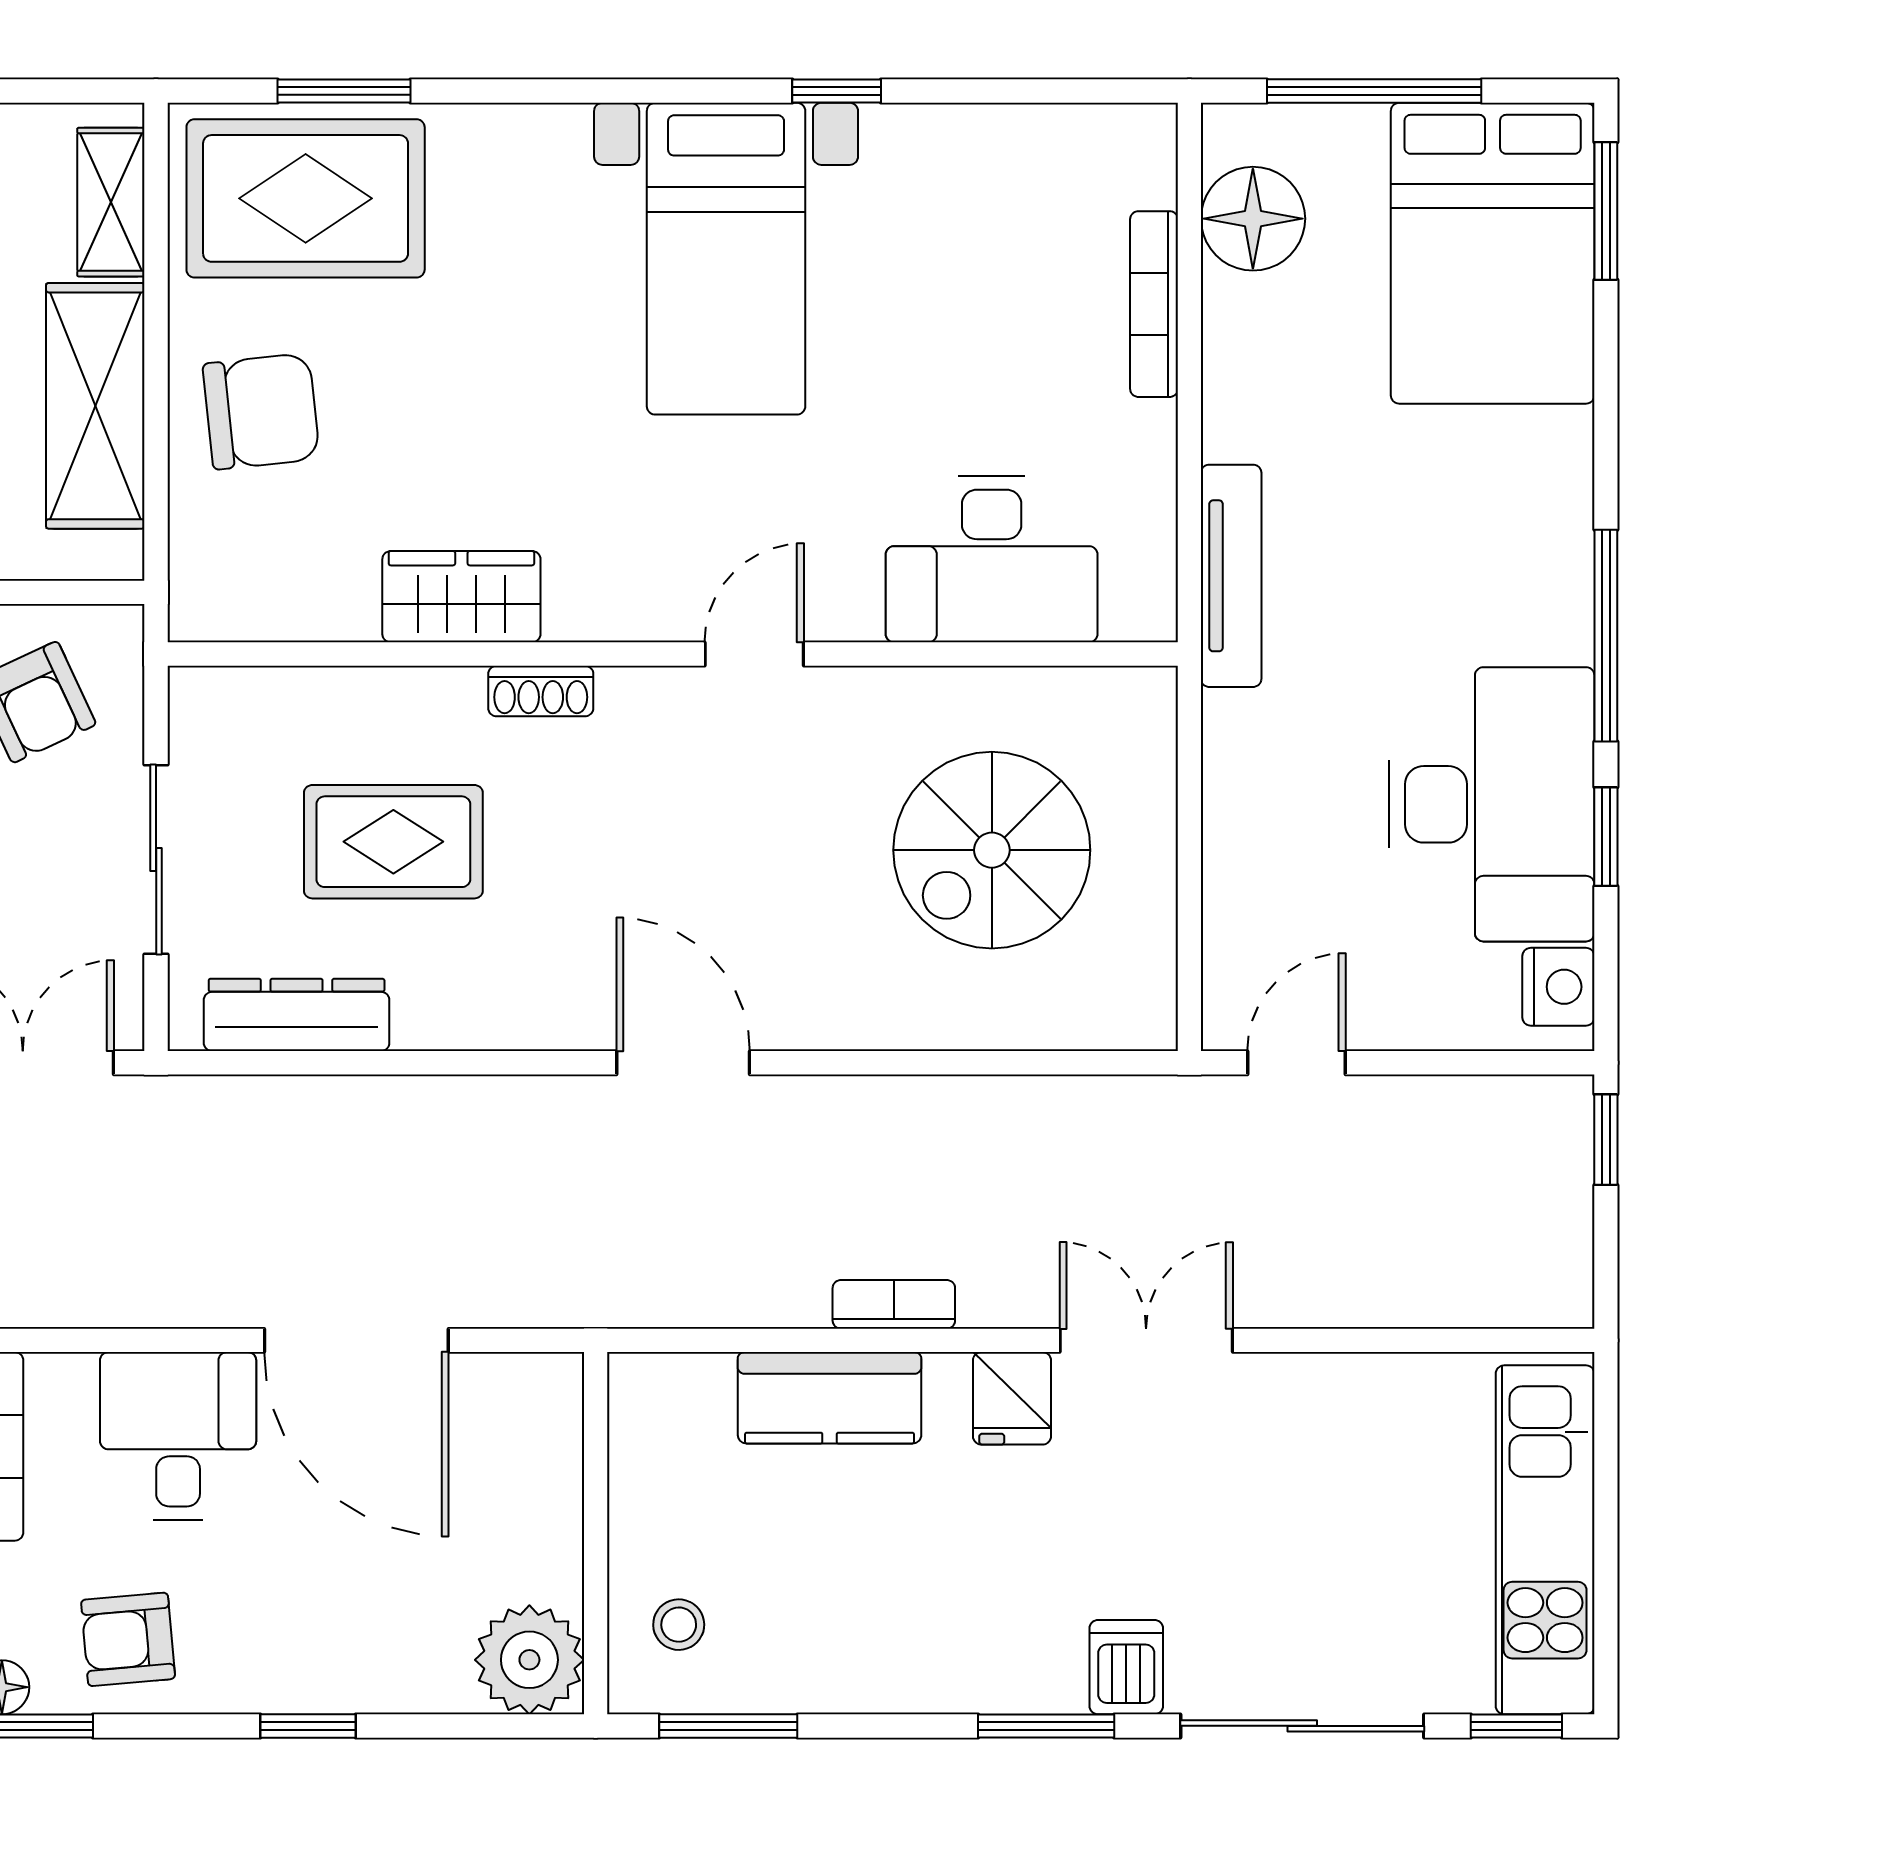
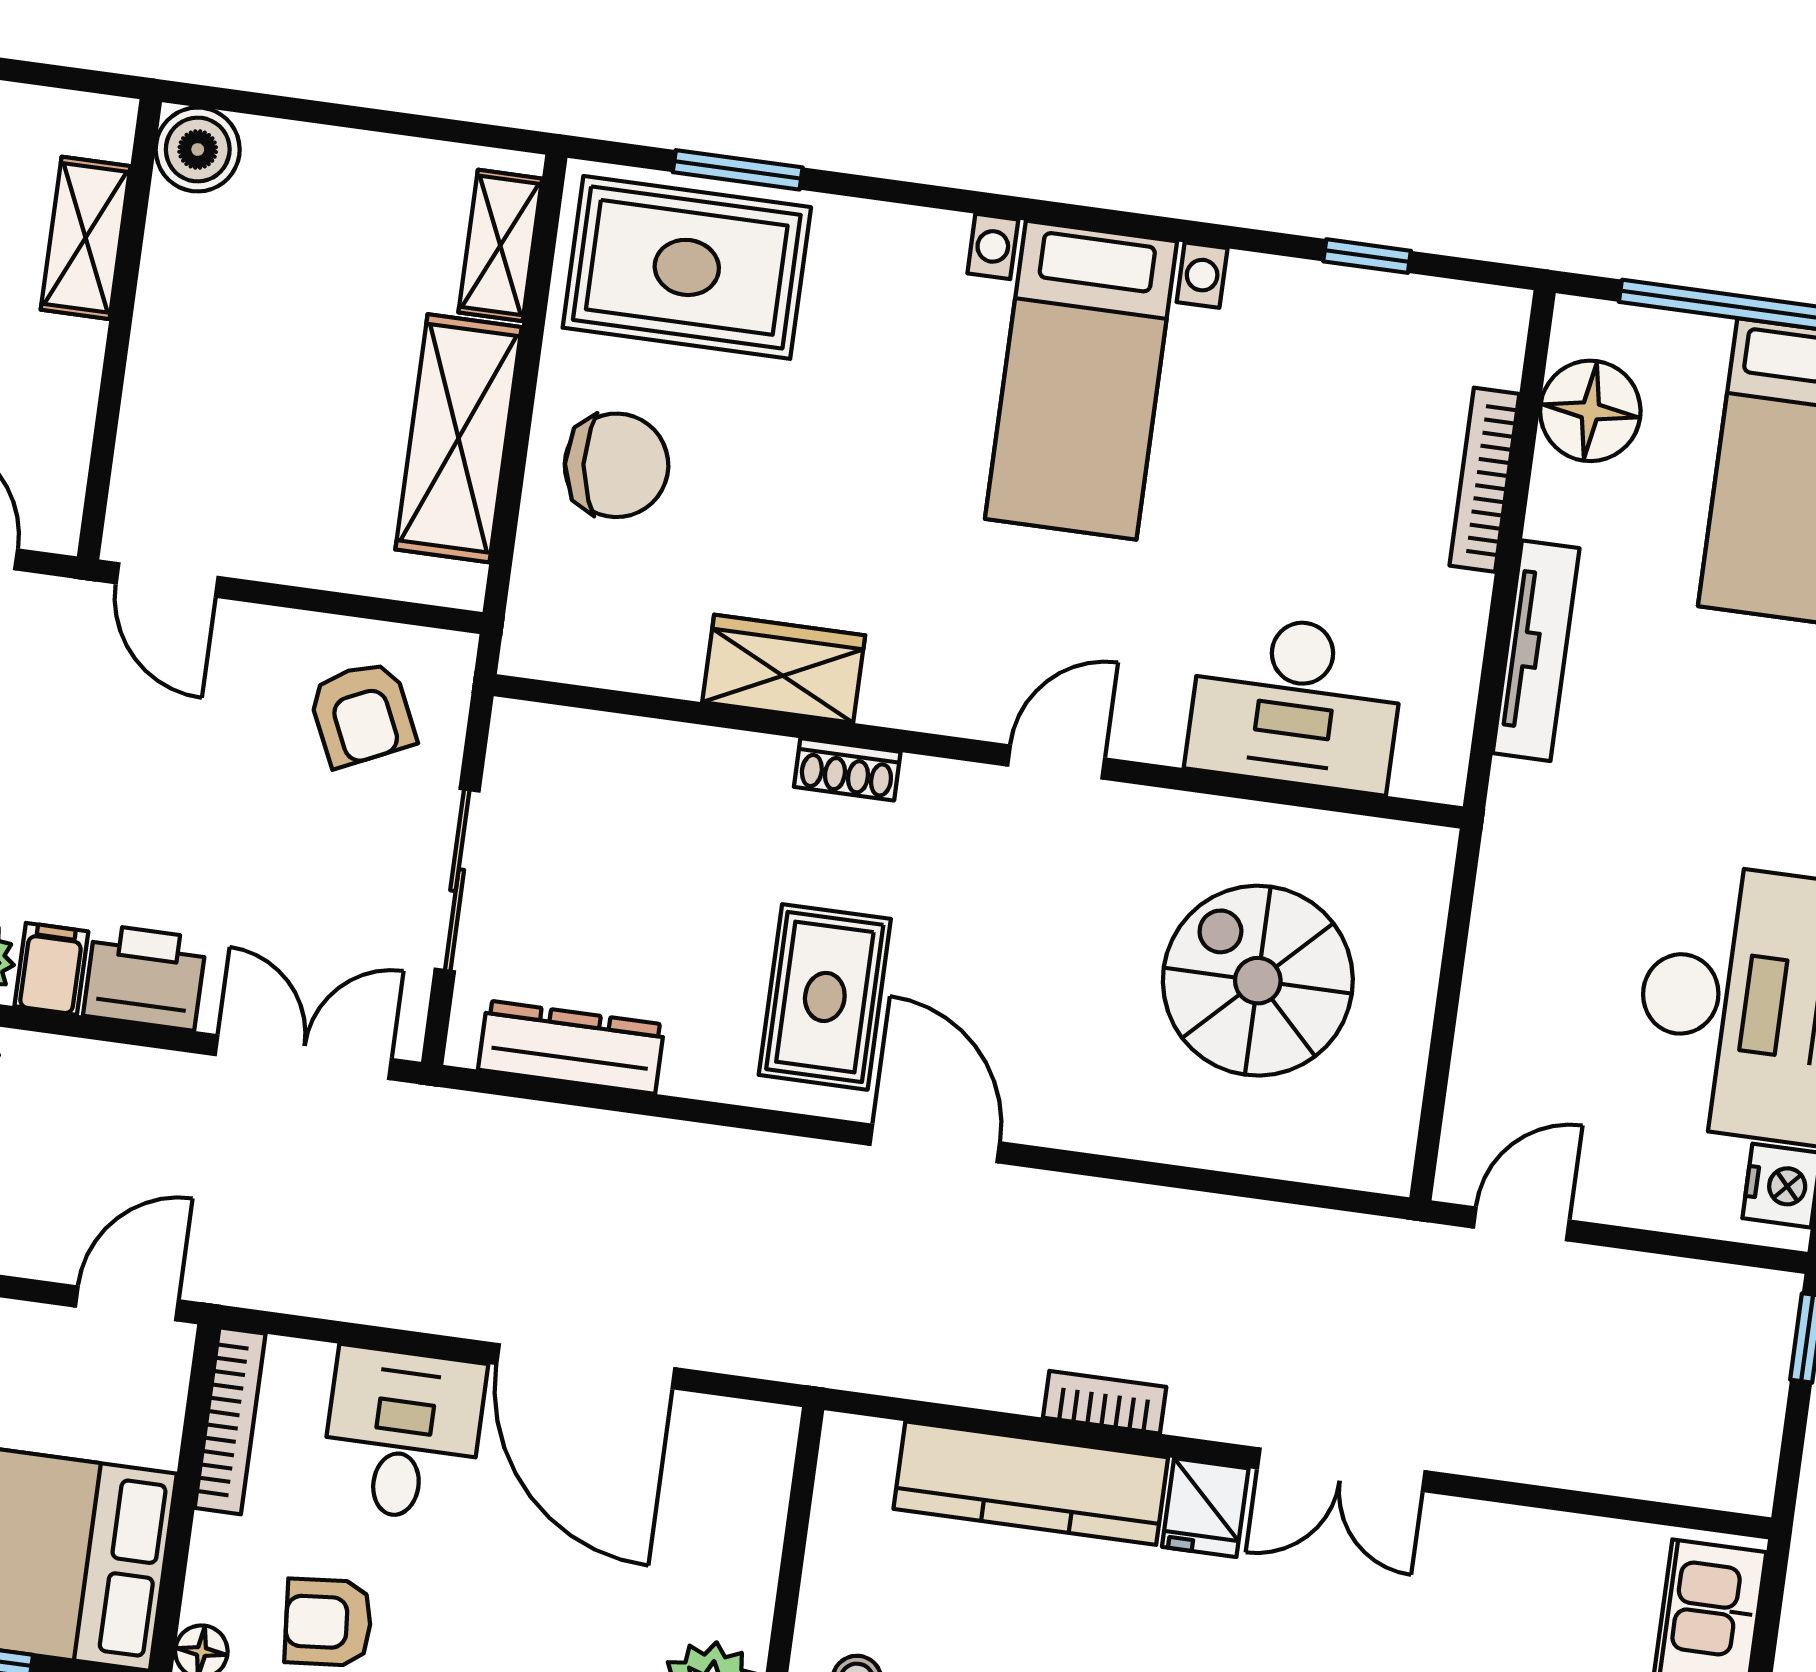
window: (837, 91) -> (1367, 256), moved
tv unit: (1231, 576) -> (1536, 651), moved
rug: (393, 842) -> (825, 997), moved, turned 90
spiral stairs: (992, 850) -> (1258, 981), turned 90
double door: (1146, 1340) -> (1341, 1470), swing flipped
kitchen counter: (830, 1398) -> (1031, 1483), width x1.50

